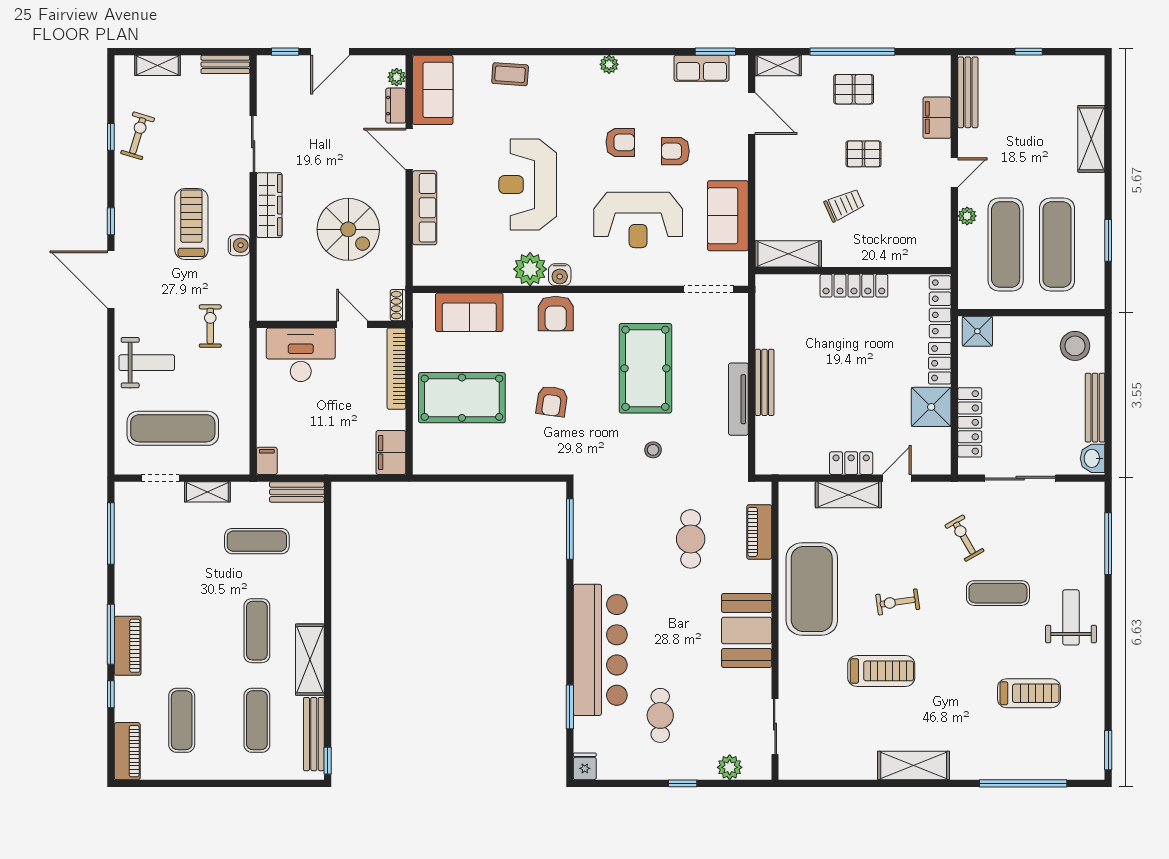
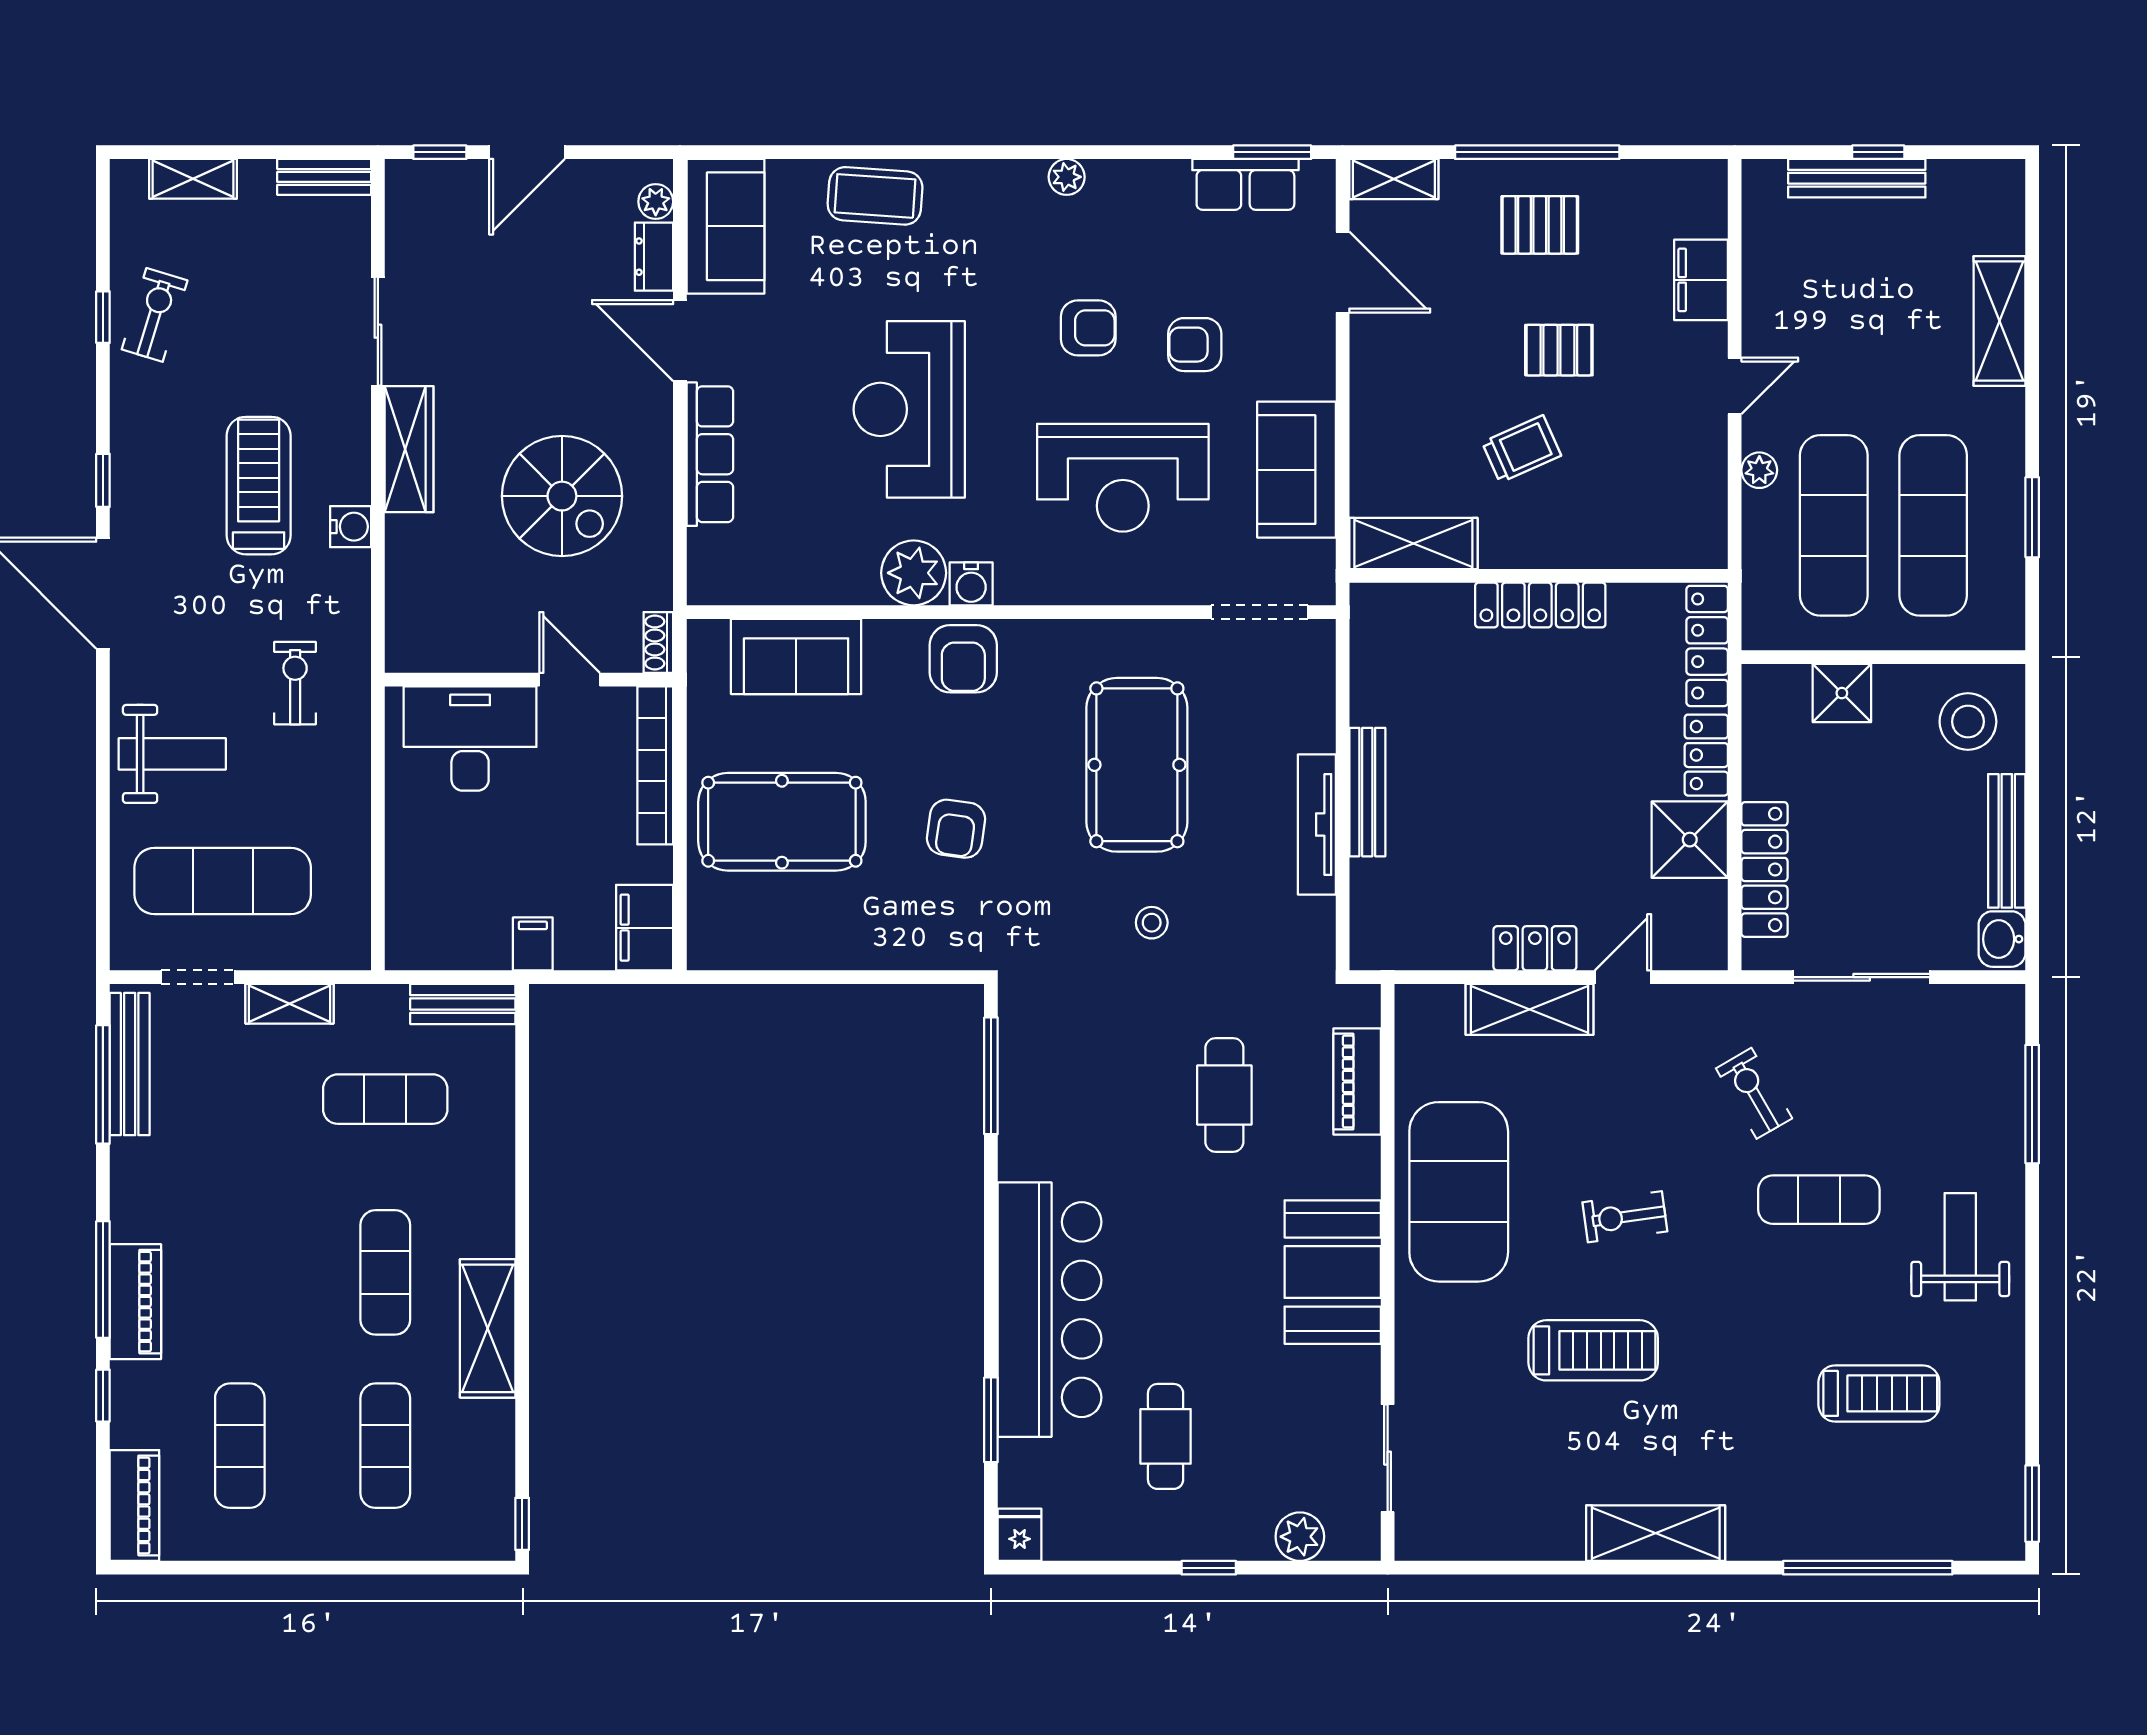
coffee table: (510, 74) -> (875, 196), width x1.36, depth x1.30
bench: (968, 92) -> (1857, 178), moved, turned 90
shower: (977, 331) -> (1842, 693), moved
filing cabinet: (267, 461) -> (533, 944), moved
bench: (314, 734) -> (130, 1064), moved

